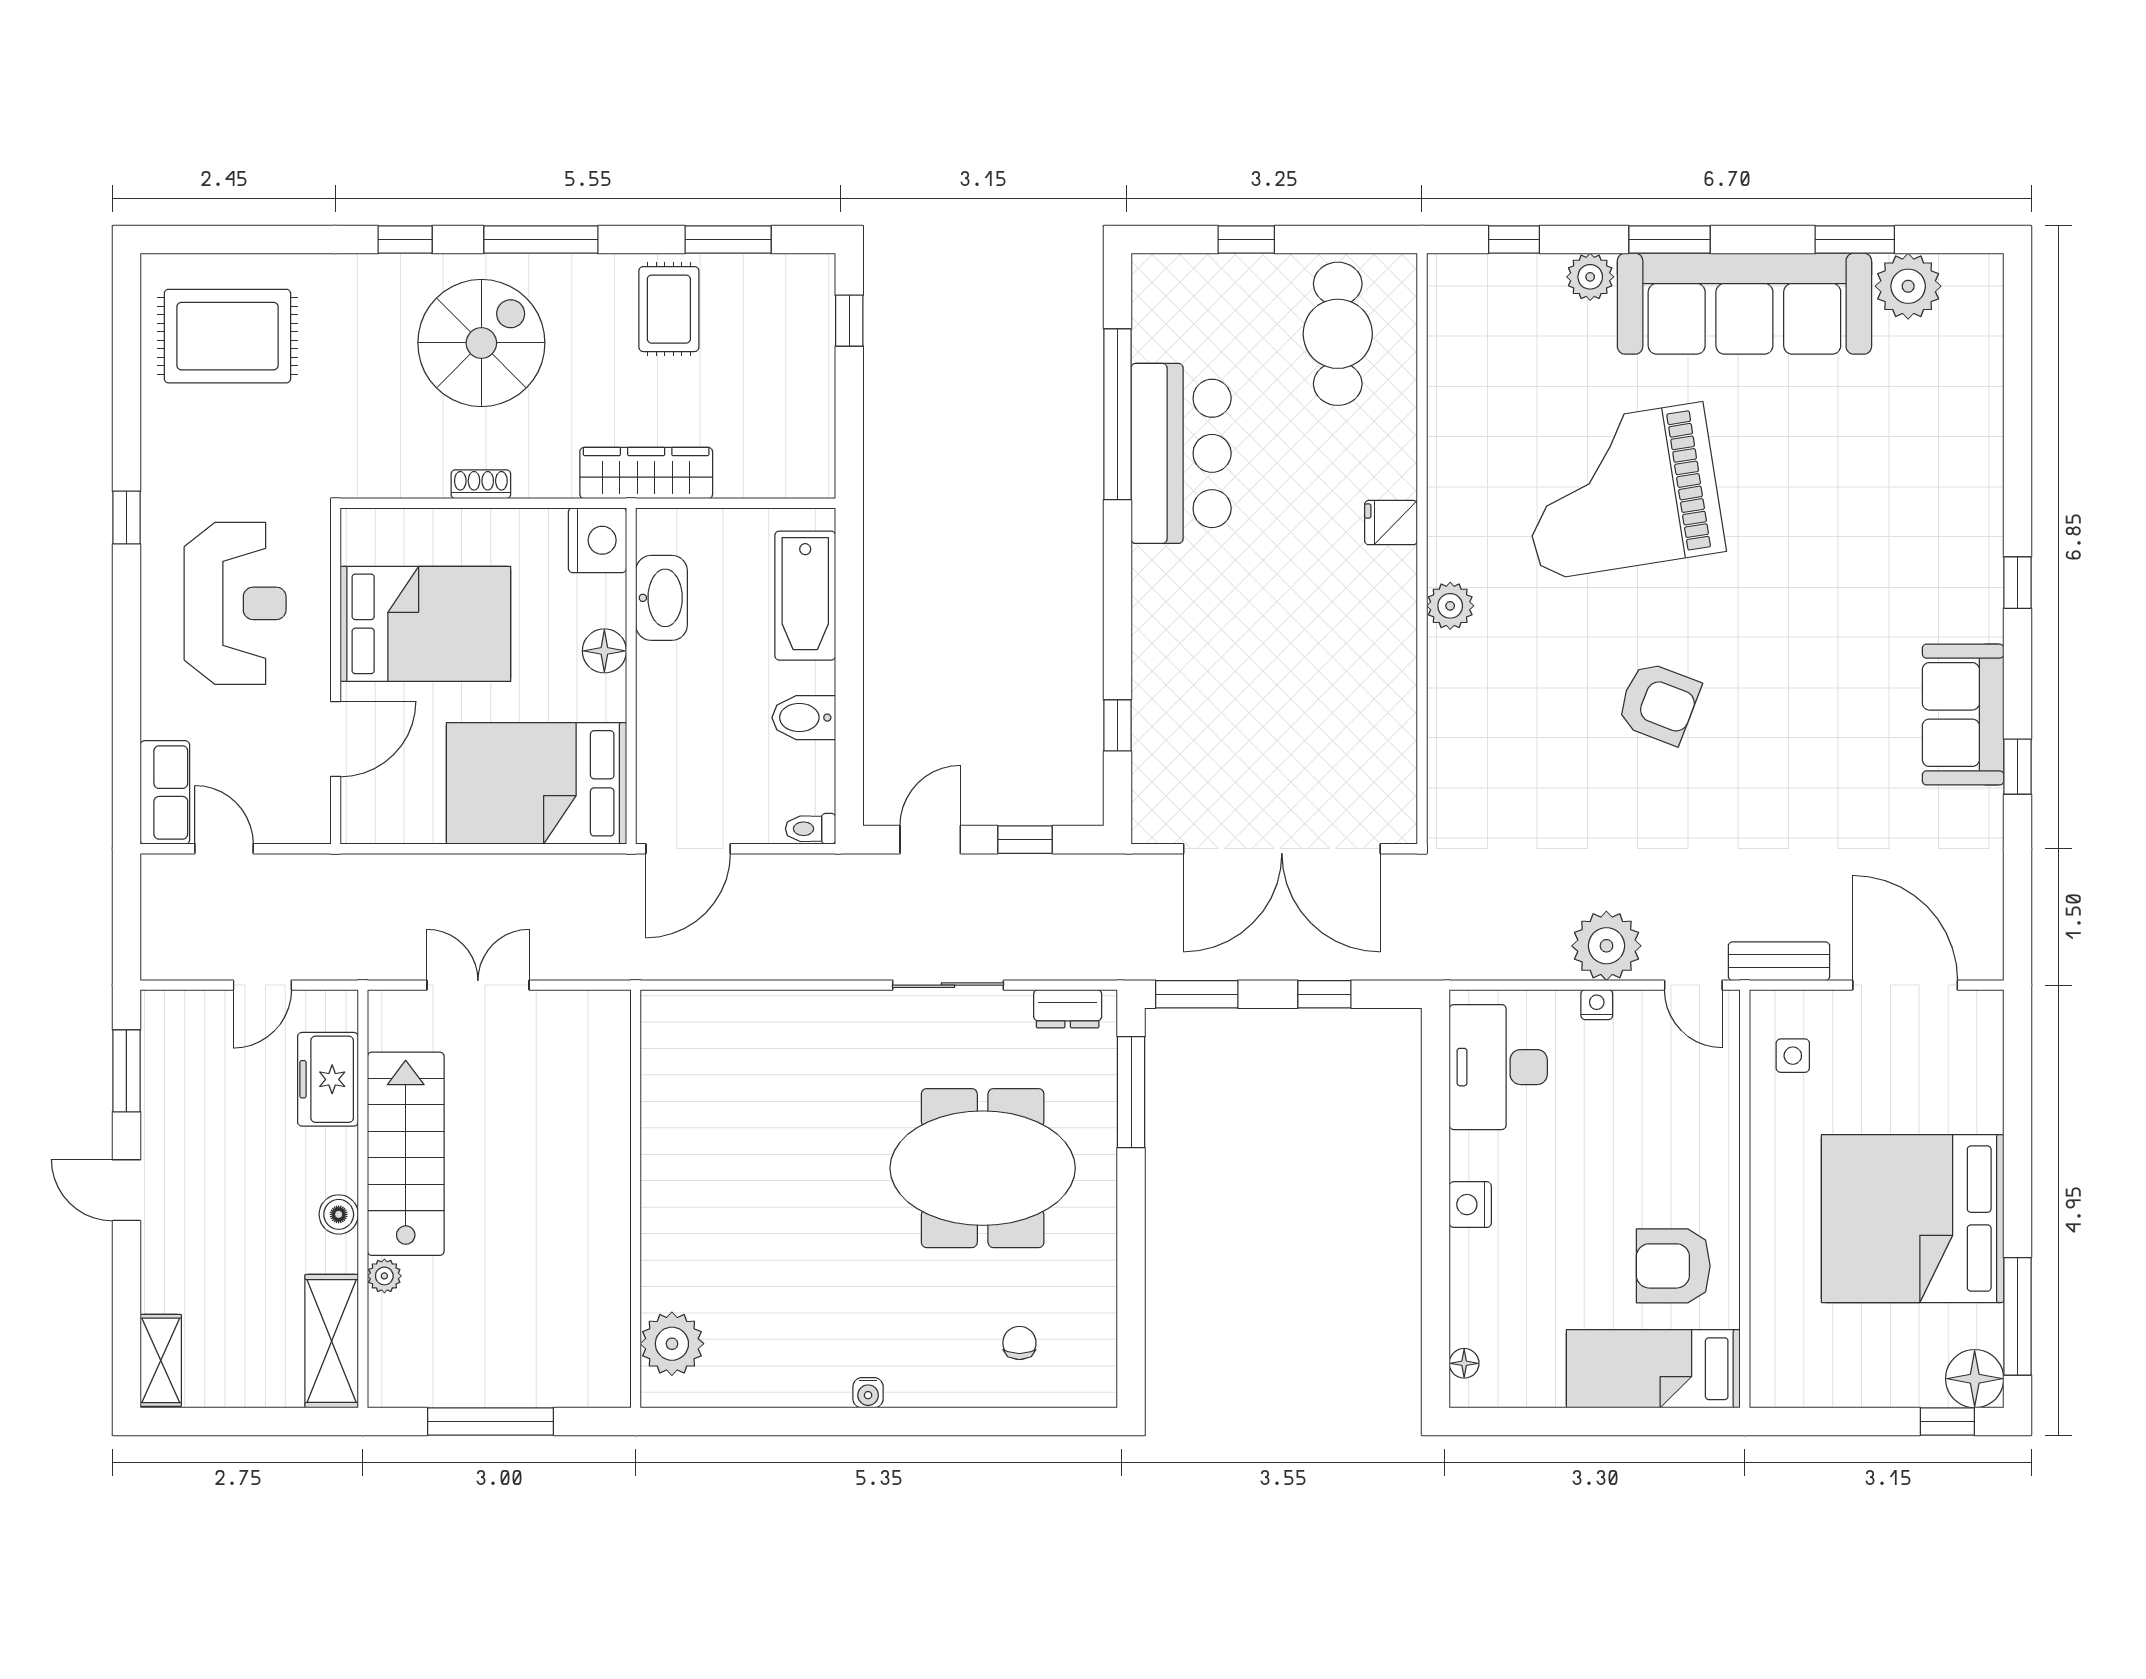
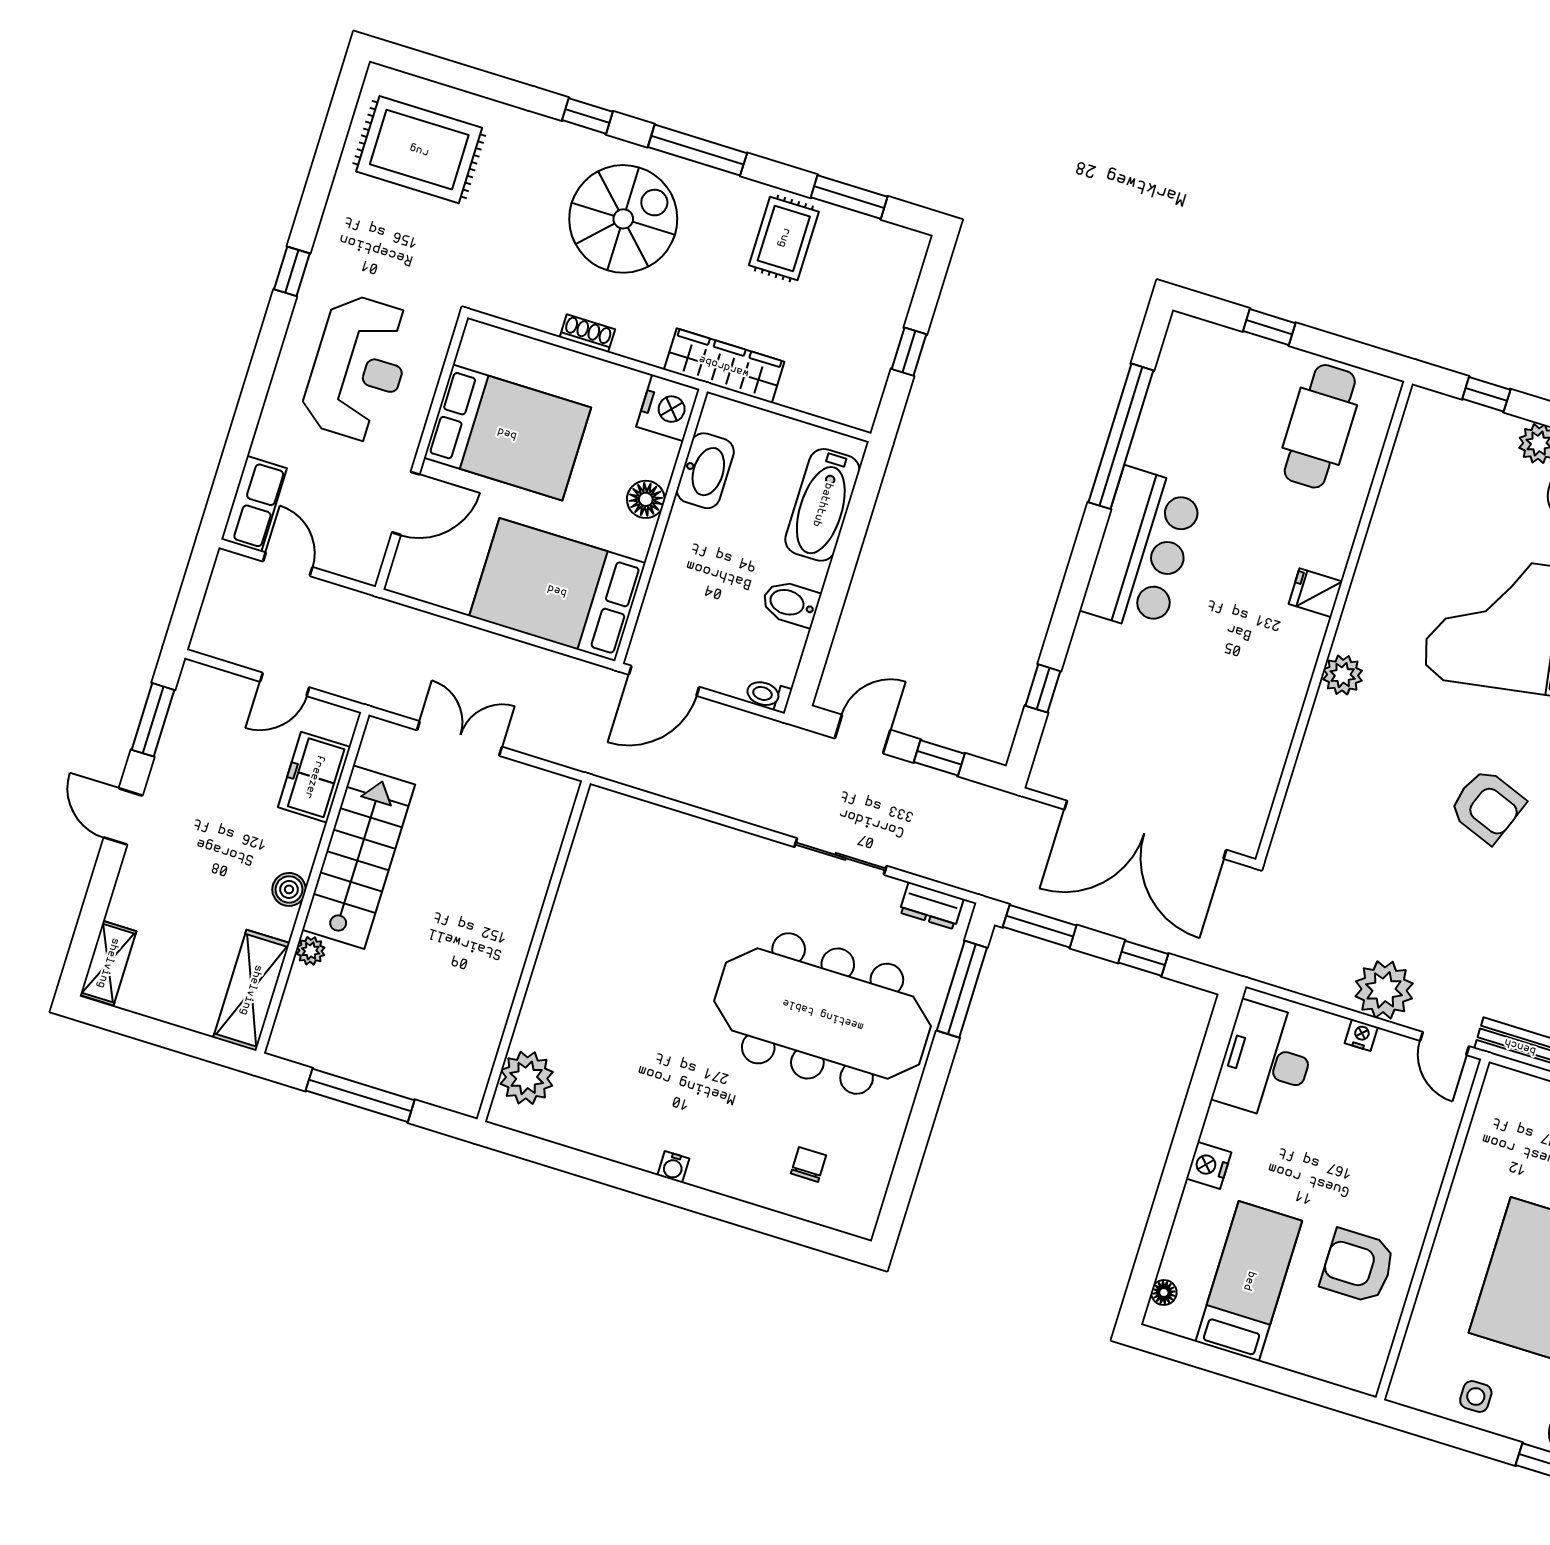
window: (849, 321) -> (909, 352), moved
bar counter: (1181, 453) -> (1142, 550), moved
side table: (1793, 1056) -> (1476, 1396), moved
meeting table: (983, 1168) -> (823, 1014), width x1.36
bed: (1653, 1369) -> (1249, 1281), moved, turned 90

